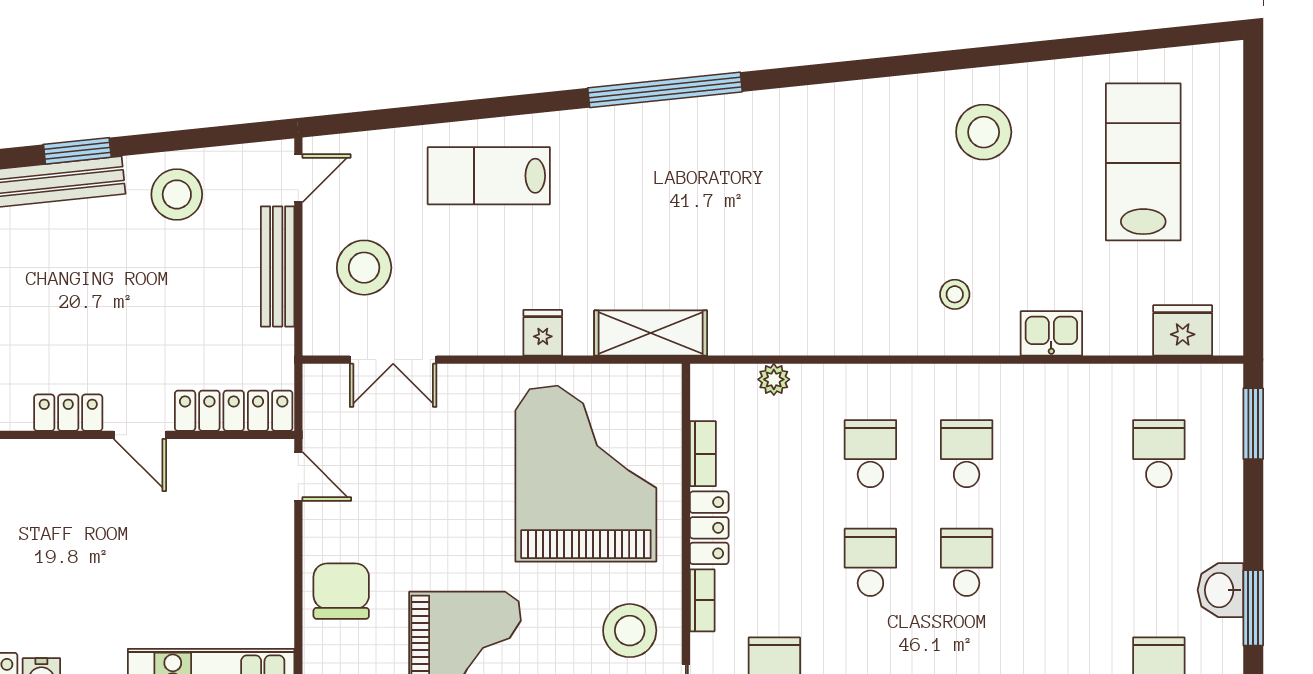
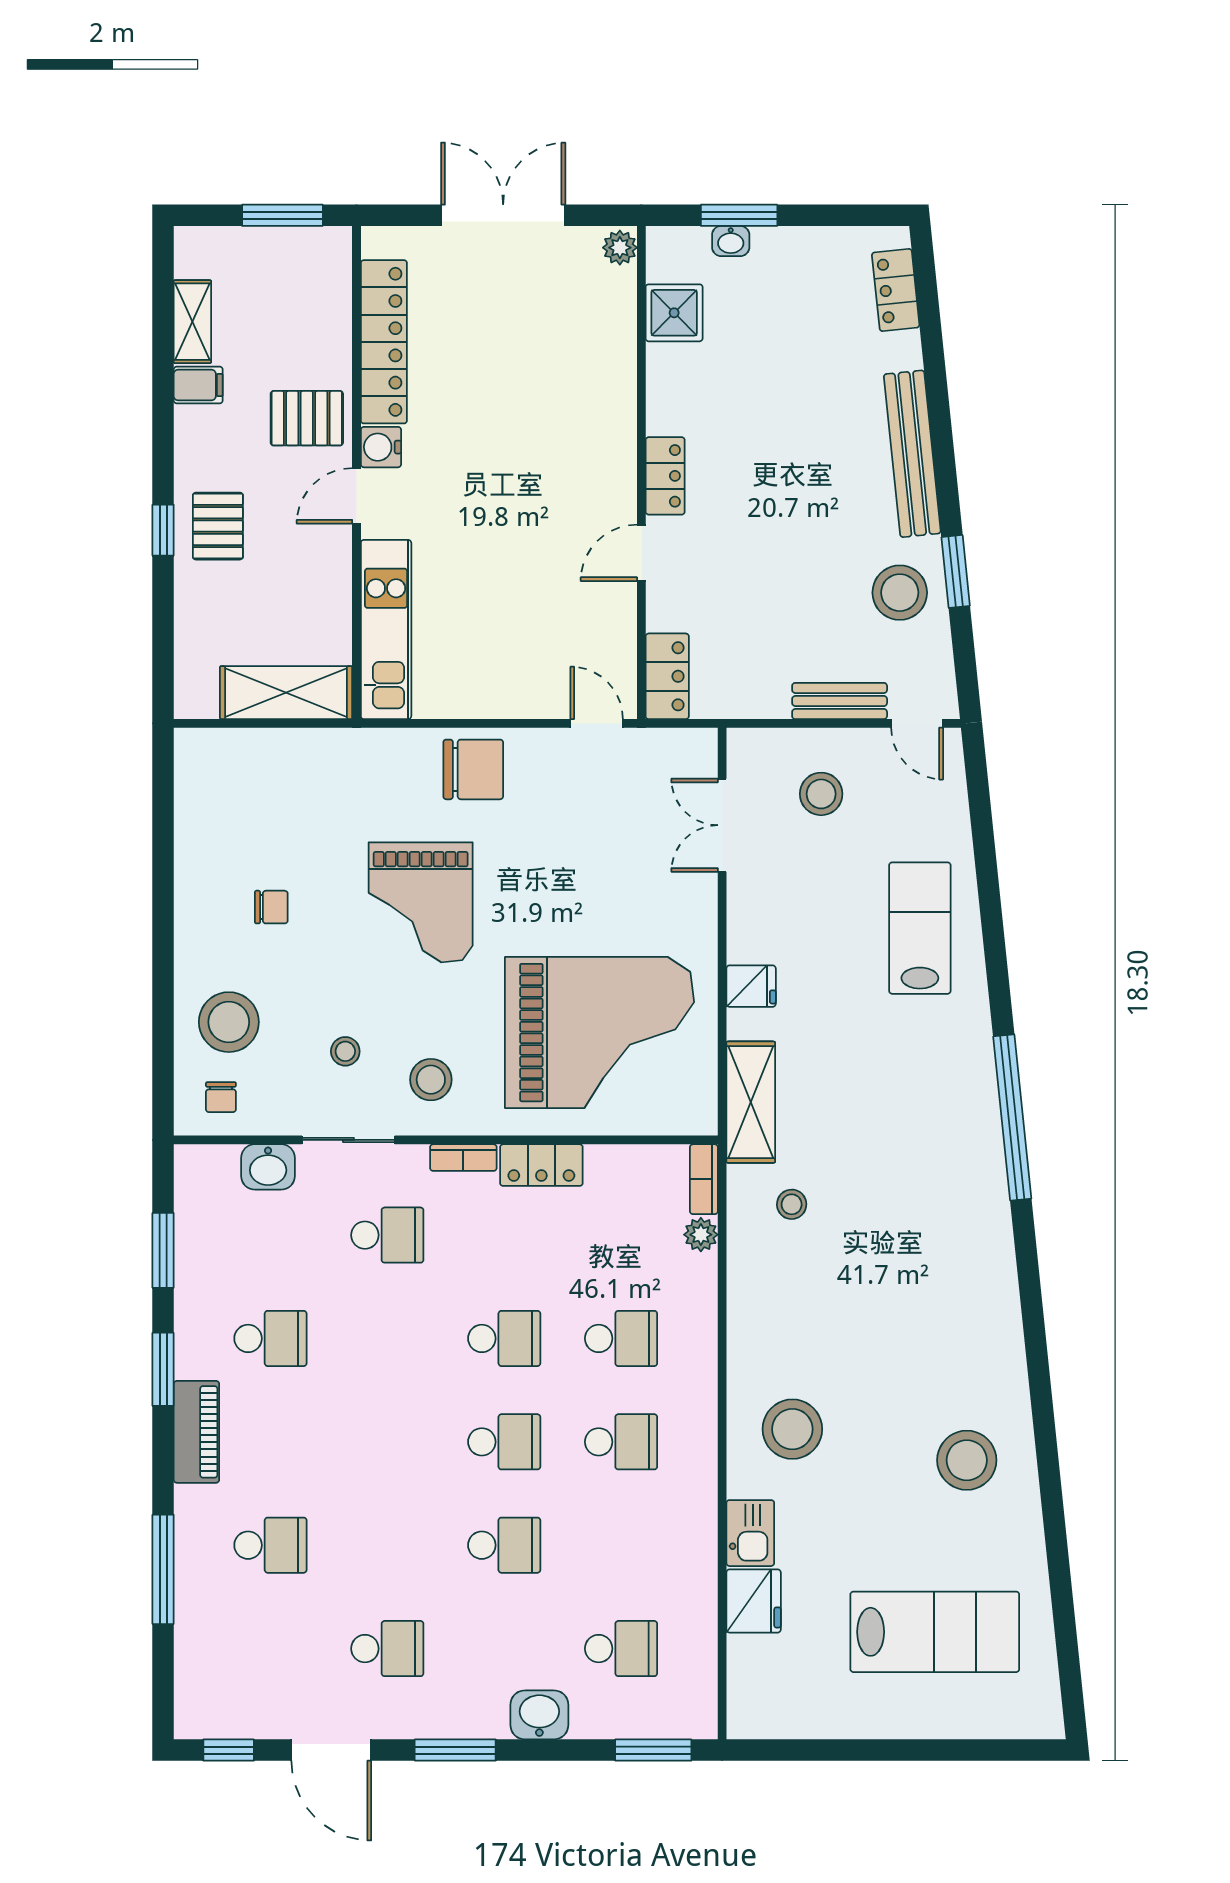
window: (77, 151) -> (956, 571), moved
bench: (278, 266) -> (840, 701), width x0.73
stool: (364, 268) -> (821, 794), width x0.73, depth x0.73
stool: (955, 294) -> (792, 1429), width x1.89, depth x1.89
stool: (746, 295) -> (792, 1204), added
fridge: (1183, 330) -> (754, 1601), moved
locker: (234, 411) -> (667, 676), width x0.66
bookcase: (703, 454) -> (704, 1179), moved, turned 90
door: (298, 476) -> (597, 723), swing flipped
school desk: (1063, 562) -> (504, 1545), added
washbasin: (1220, 590) -> (539, 1715), moved
stool: (630, 631) -> (431, 1080), width x0.73, depth x0.73

